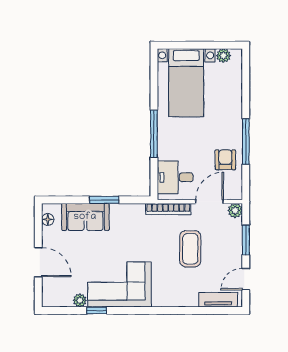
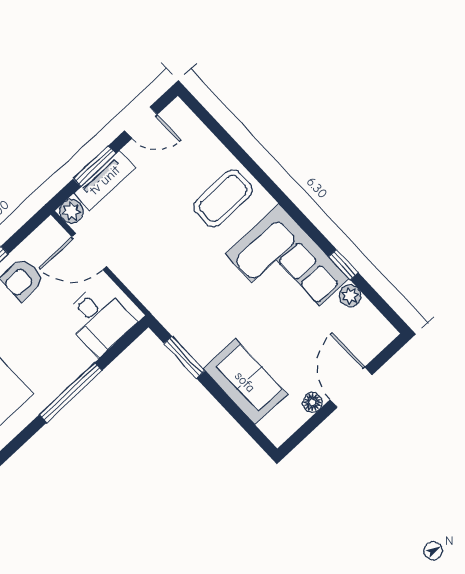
window: (104, 200) -> (184, 357), moved
bookcase: (168, 209) -> (144, 292), removed
floor lamp: (48, 219) -> (312, 402), moved
coffee table: (190, 249) -> (223, 199), moved
tv unit: (218, 300) -> (105, 180), moved, turned -90

